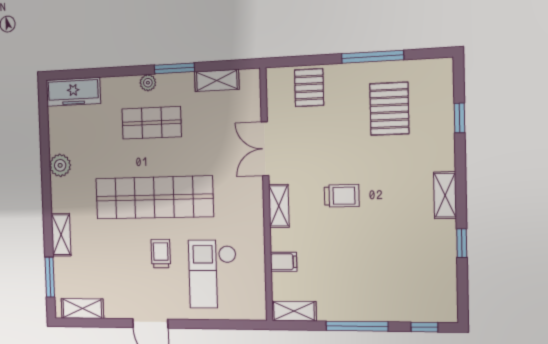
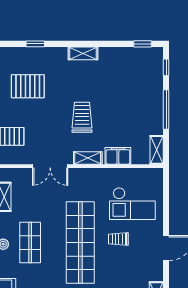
trolley: (342, 196) -> (82, 117), width x1.36, depth x1.39
window: (462, 243) -> (143, 44), moved
filing cabinet: (284, 262) -> (118, 156), width x2.00

